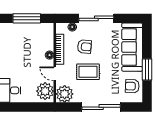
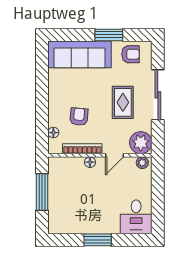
sliding door: (96, 18) -> (42, 101), removed
rug: (88, 72) -> (123, 102), moved
armchair: (132, 86) -> (131, 54), turned -92
plant: (45, 91) -> (142, 163), width x0.53, depth x0.53

